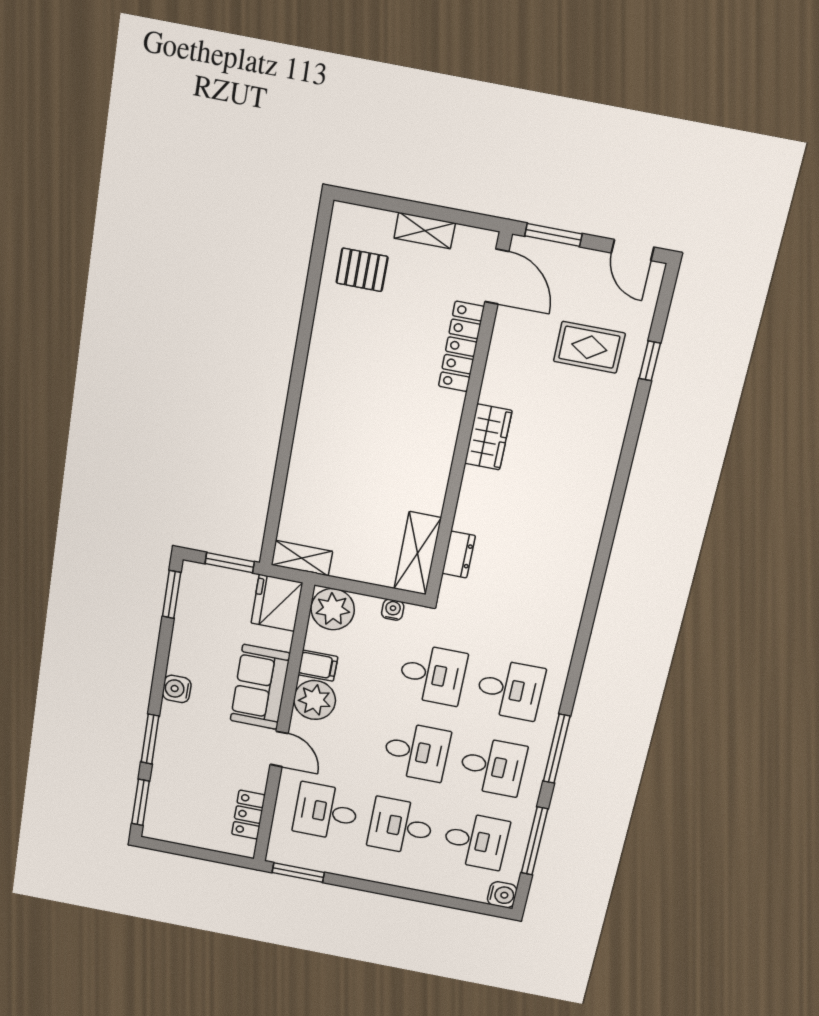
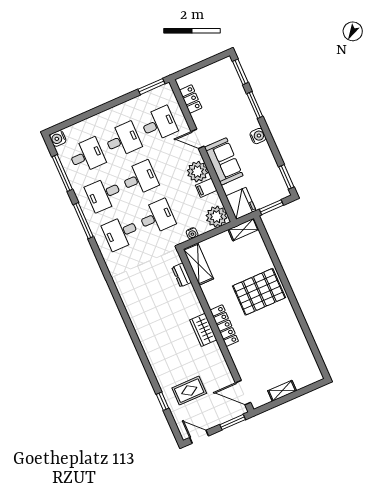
pallet: (362, 270) -> (259, 292), moved, width x2.05, depth x2.00
locker: (461, 347) -> (224, 326), moved
desk: (432, 675) -> (157, 217), turned 180
desk: (416, 752) -> (140, 178), turned 180
desk: (476, 841) -> (87, 155), turned 180

